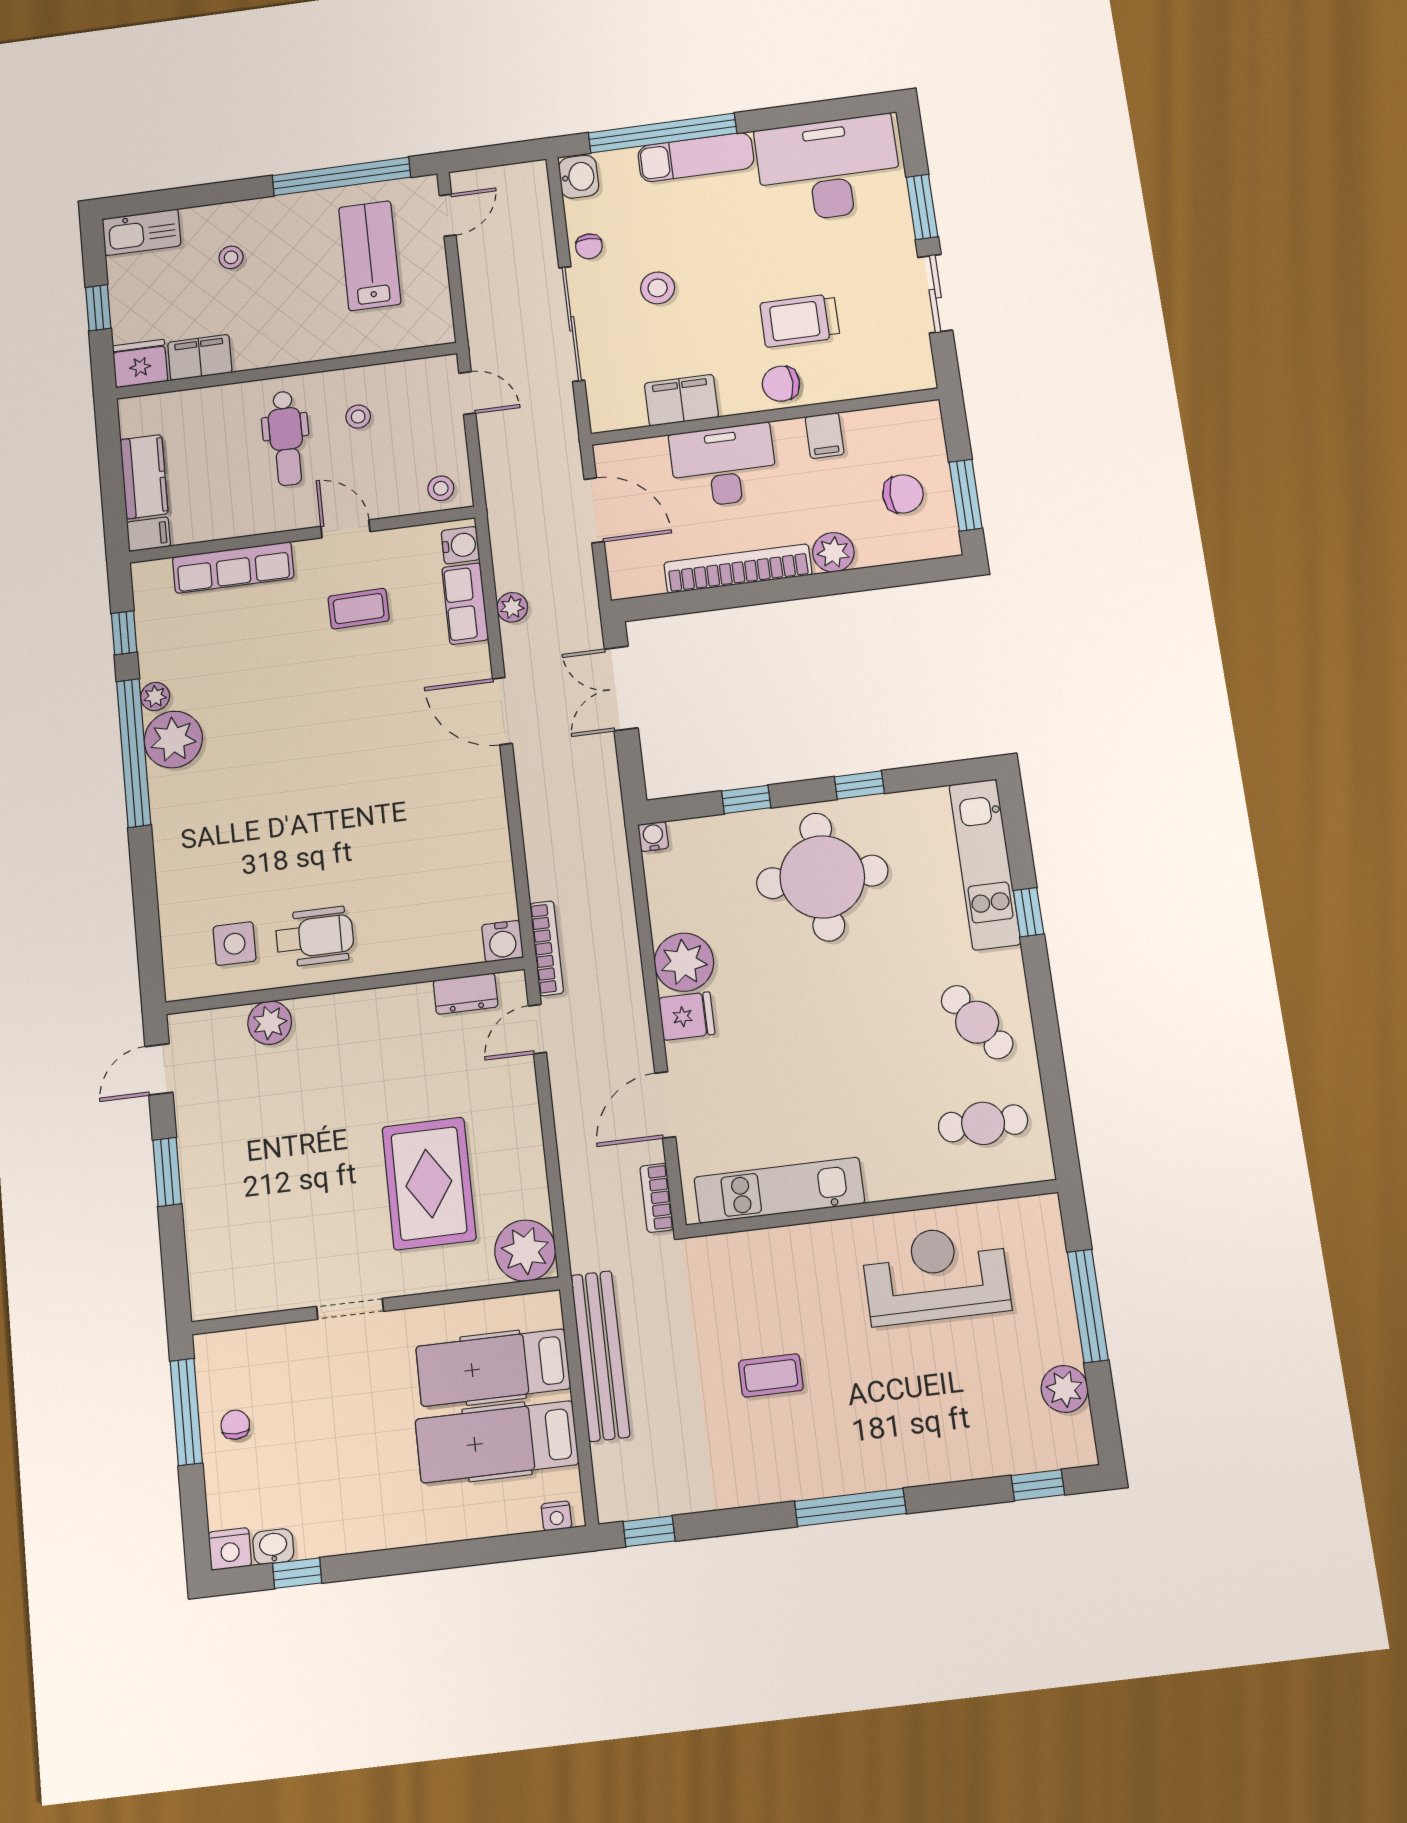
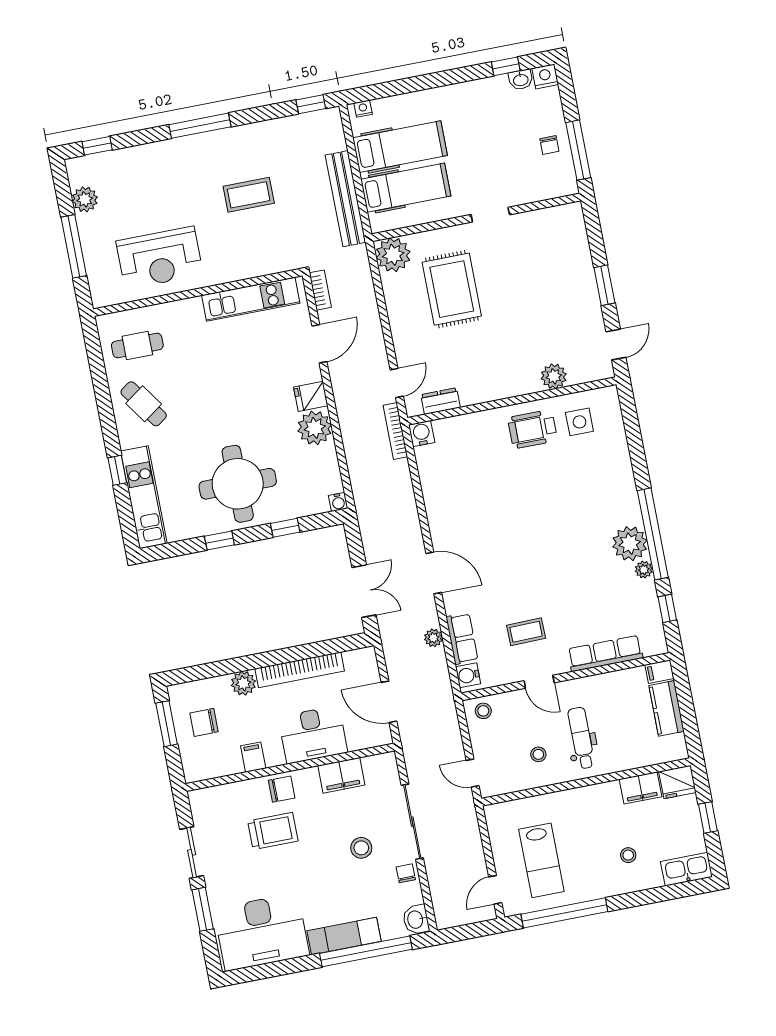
coffee table: (771, 1375) -> (249, 195), width x1.36, depth x1.30

